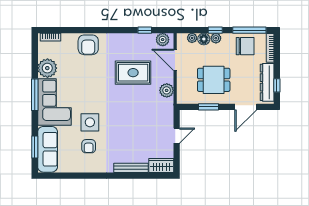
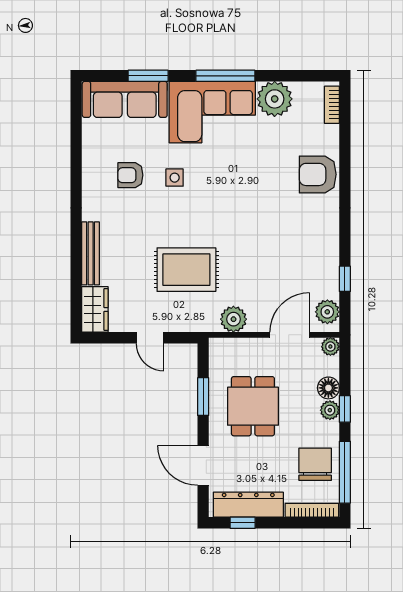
plant: (192, 38) -> (330, 347), moved
chair: (245, 46) -> (315, 464), turned 180
rug: (133, 73) -> (186, 270), moved, turned 90
side table: (90, 122) -> (175, 178), width x0.54, depth x0.54
window: (35, 147) -> (148, 76), moved

